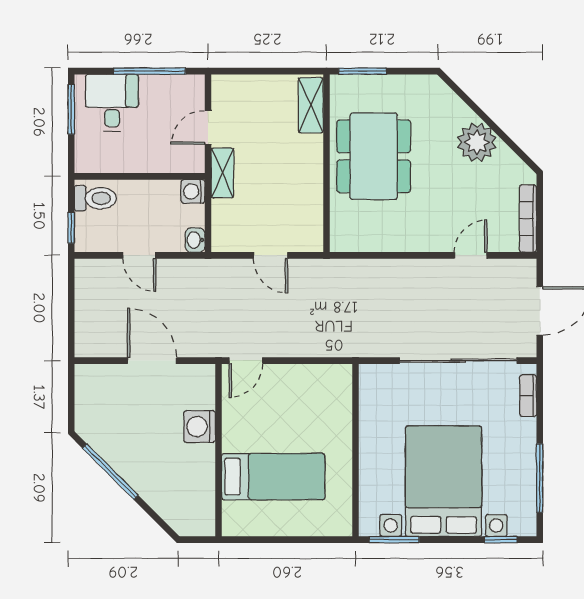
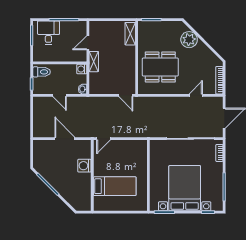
plant: (477, 142) -> (189, 40), moved
dining table: (374, 156) -> (160, 67), moved, turned 90
door: (271, 255) -> (126, 95), moved

